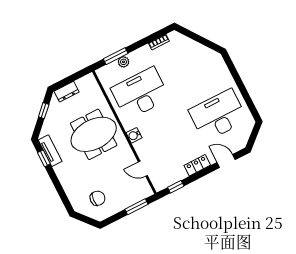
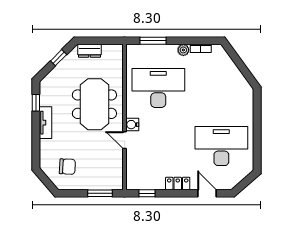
plant: (123, 62) -> (183, 50), moved
meeting table: (94, 134) -> (94, 104), turned 90
tv unit: (50, 151) -> (45, 123), moved
door: (143, 169) -> (125, 140), moved

